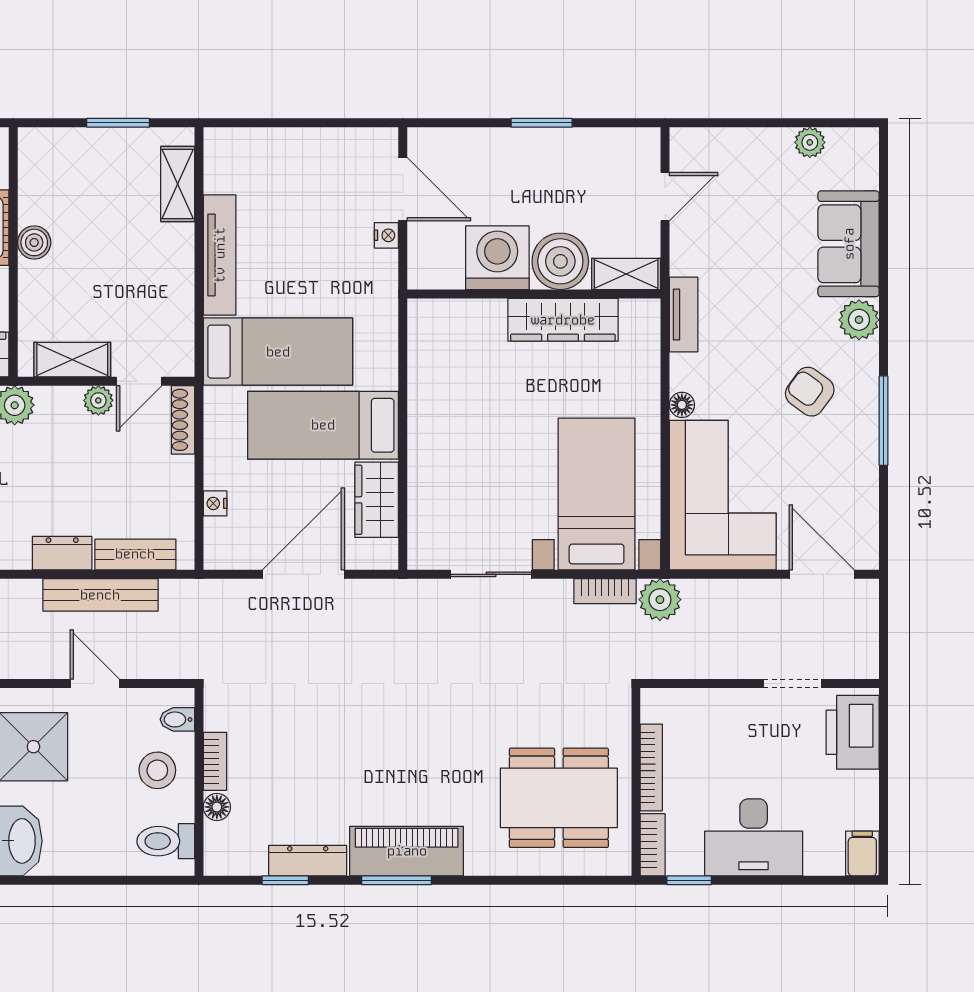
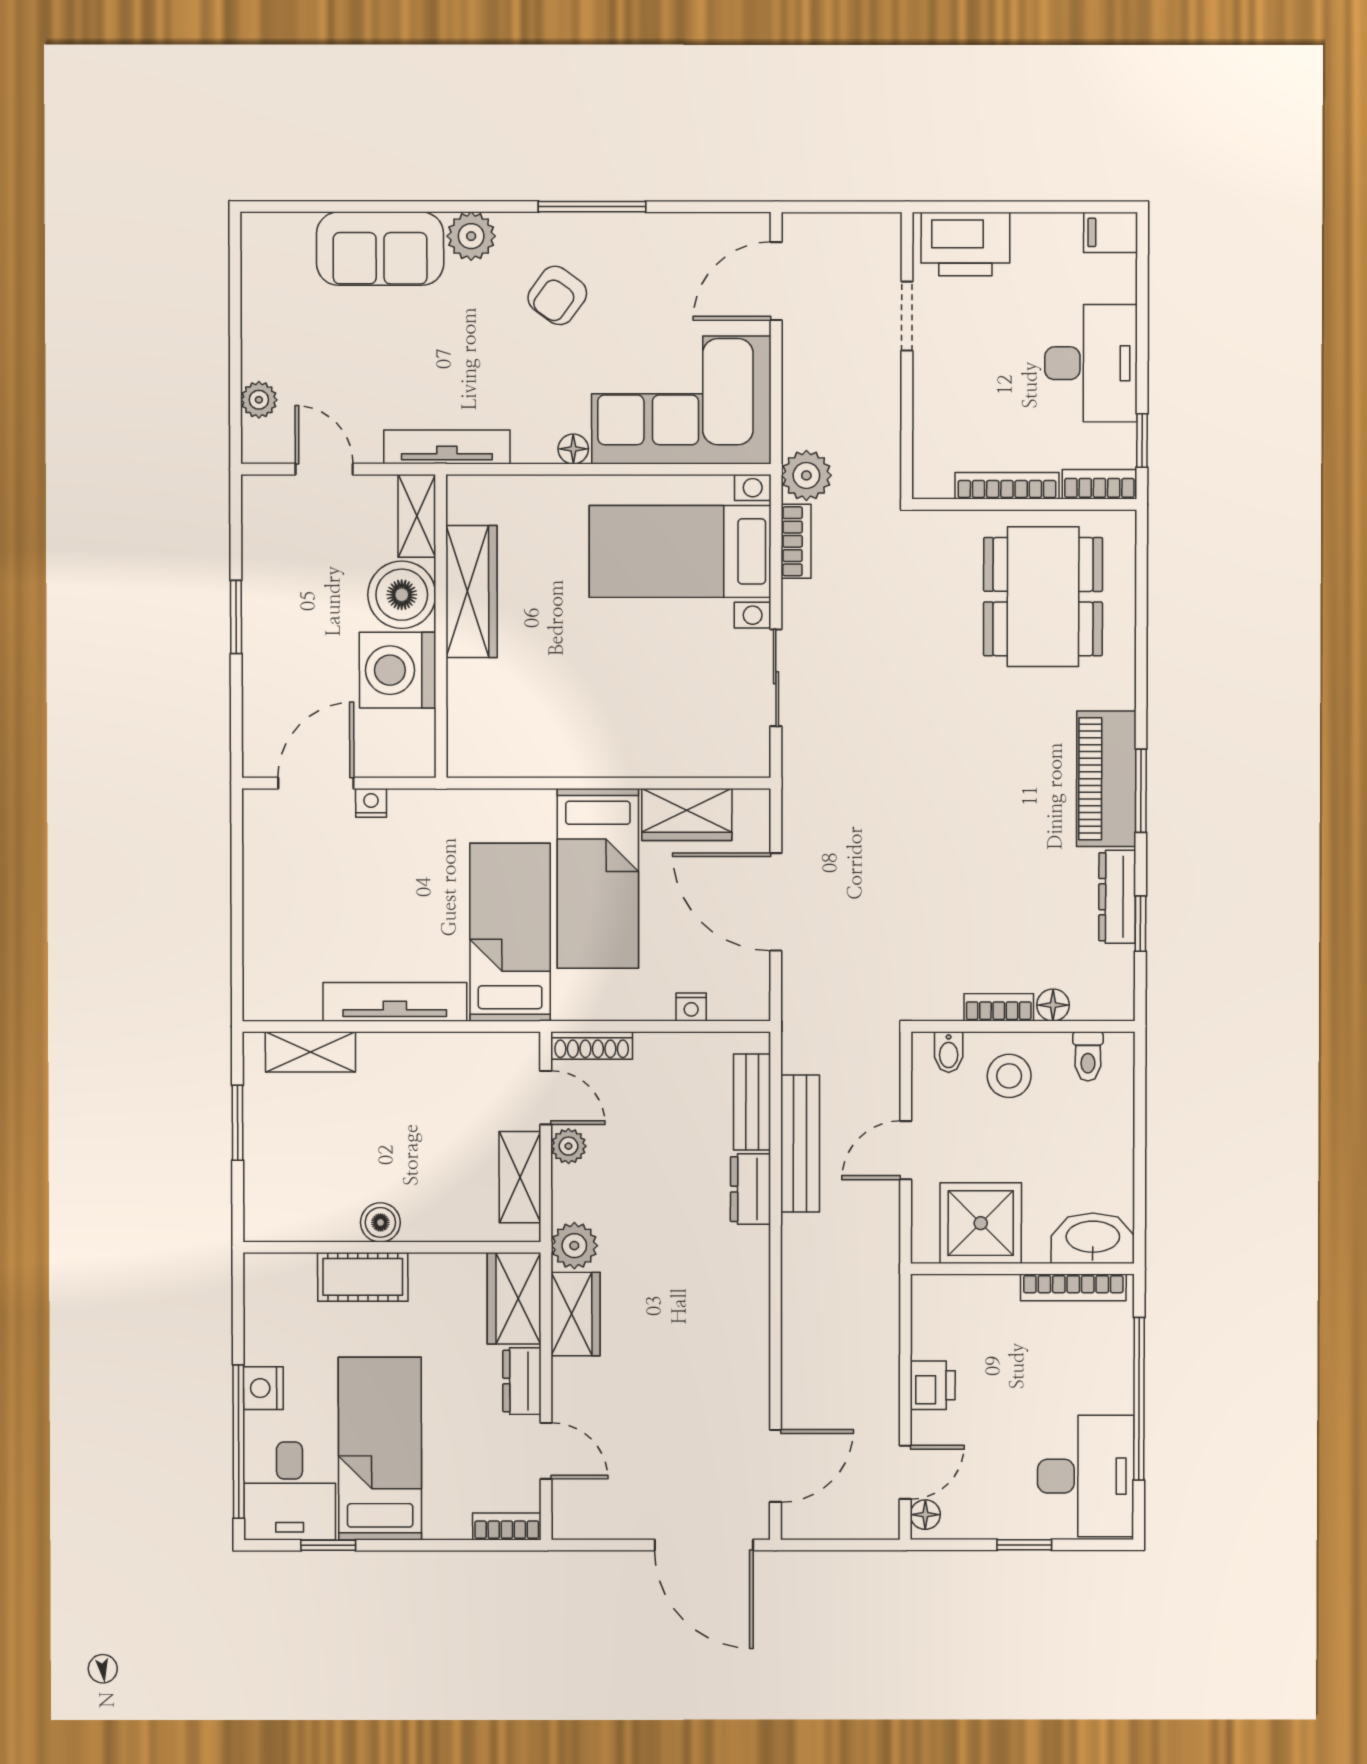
plant: (810, 142) -> (259, 400), moved
tv unit: (684, 315) -> (447, 447), width x1.41
toilet: (166, 841) -> (1088, 1056), width x0.73, depth x0.72

